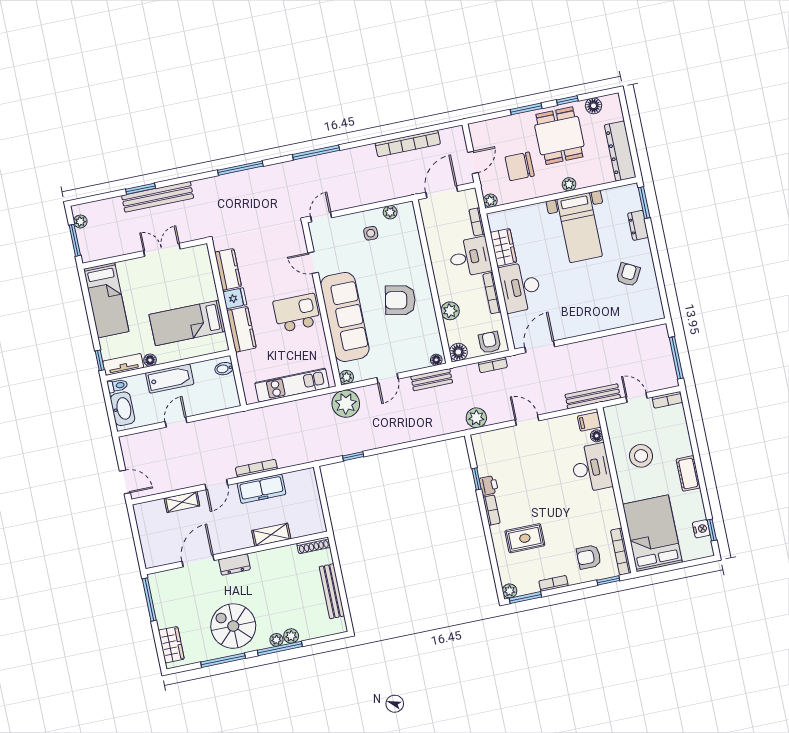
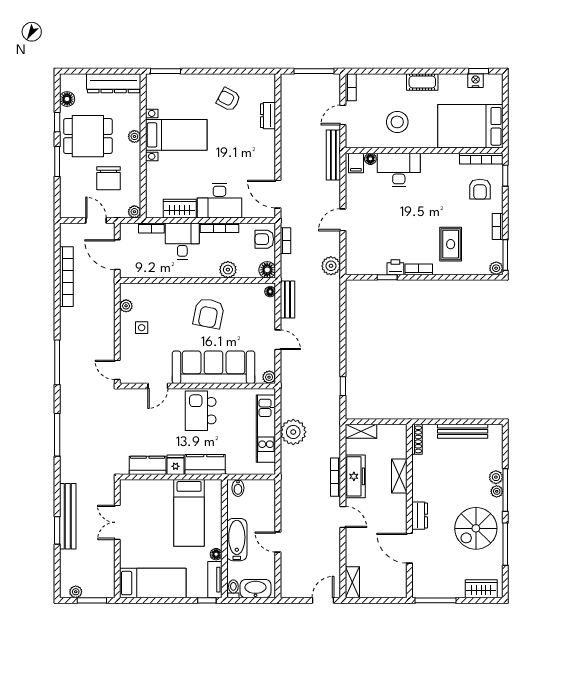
dresser: (638, 225) -> (268, 116), moved, turned 90
plant: (346, 404) -> (293, 432), moved
shelving: (310, 485) -> (361, 431), added
shelving: (182, 502) -> (352, 582), moved

